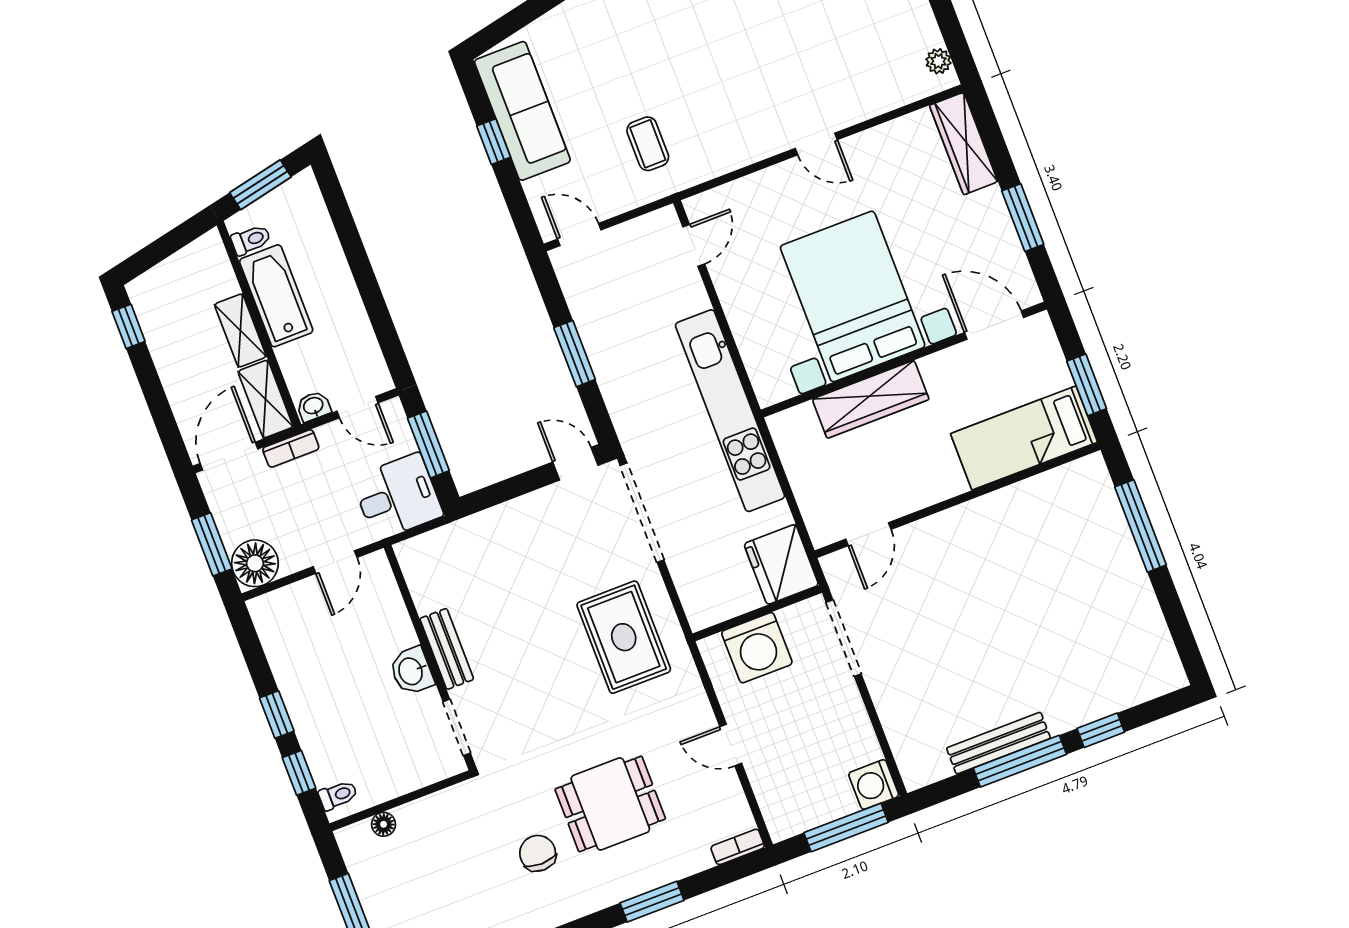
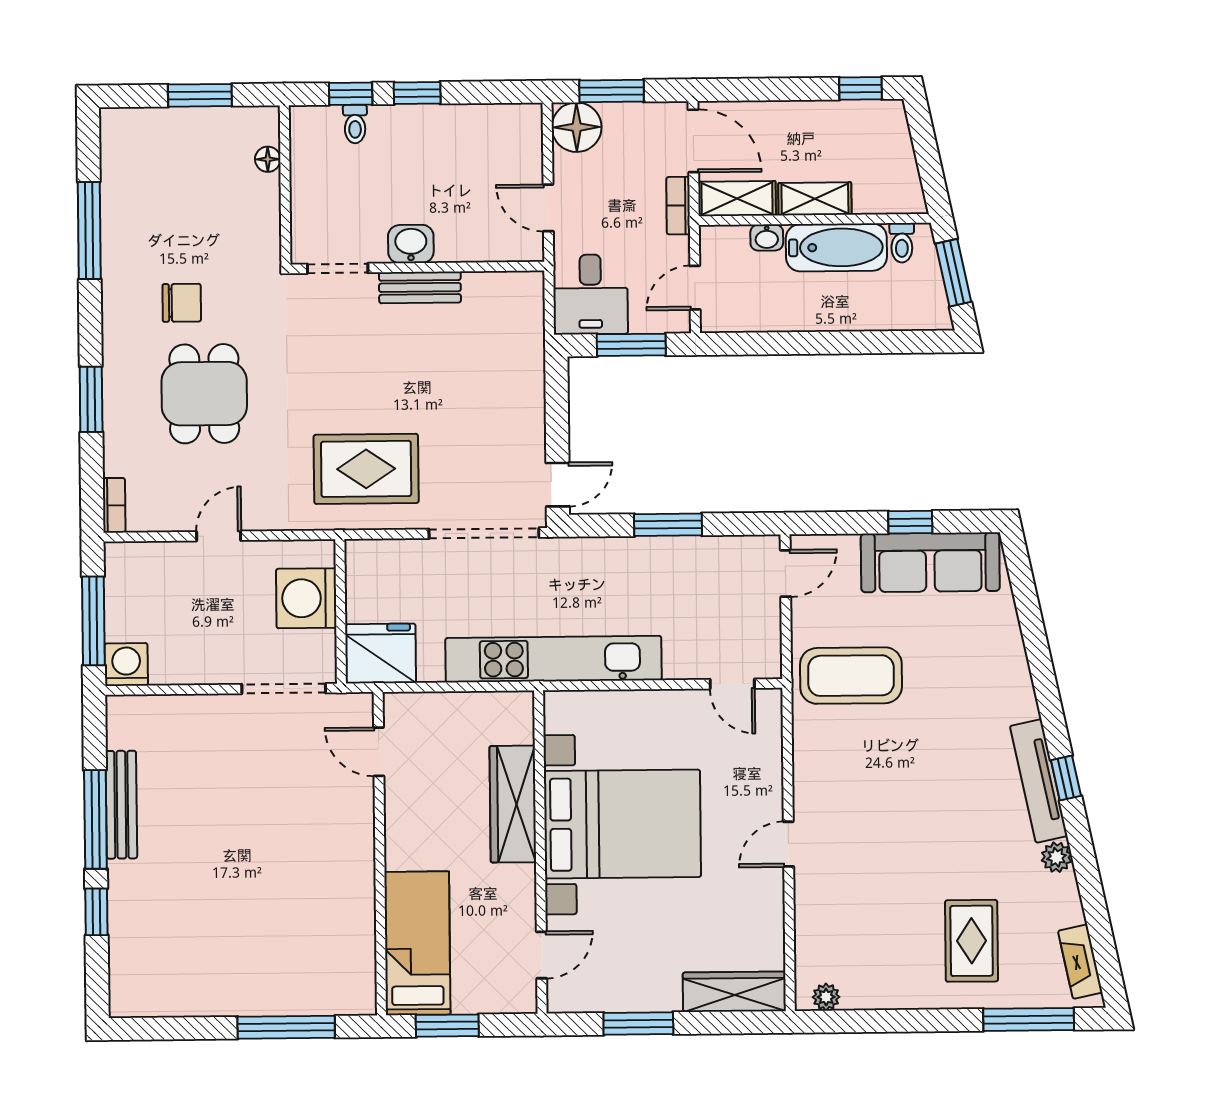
coffee table: (648, 144) -> (851, 676), width x1.86, depth x1.72
door: (994, 325) -> (541, 955), width x0.73
washbasin: (313, 406) -> (767, 238), moved, turned 90
toilet: (338, 795) -> (355, 124), moved

